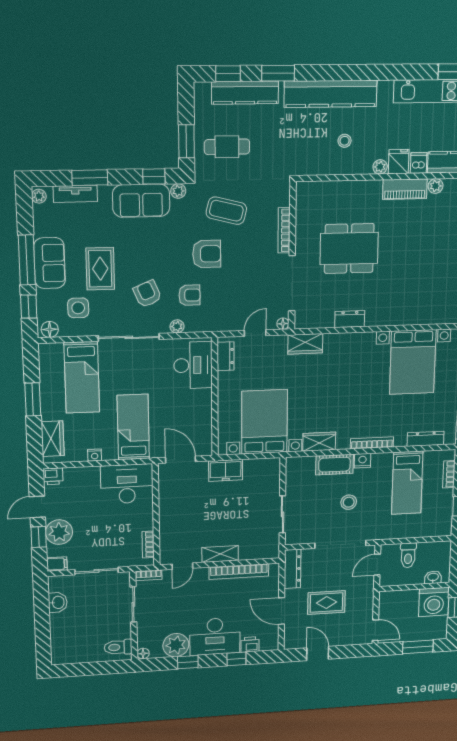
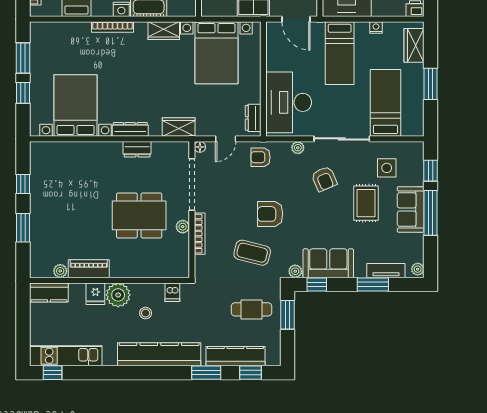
dishwasher: (419, 163) -> (172, 292), moved
plant: (380, 167) -> (118, 295), width x1.88, depth x1.88
plant: (302, 238) -> (183, 227), added
armchair: (189, 295) -> (261, 157), moved
floor lamp: (50, 329) -> (413, 149), removed
desk: (193, 365) -> (289, 102), width x1.36, depth x1.30
dresser: (426, 439) -> (130, 129), moved, turned 180

